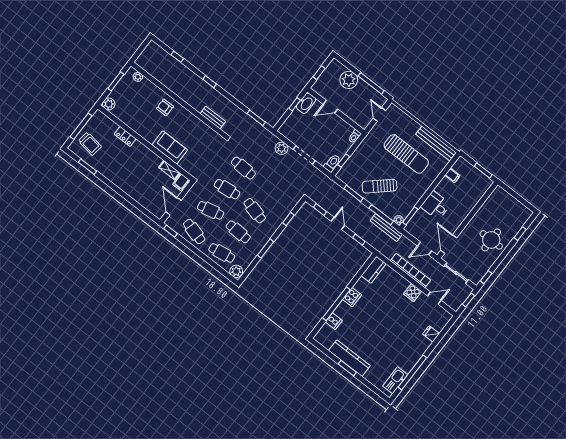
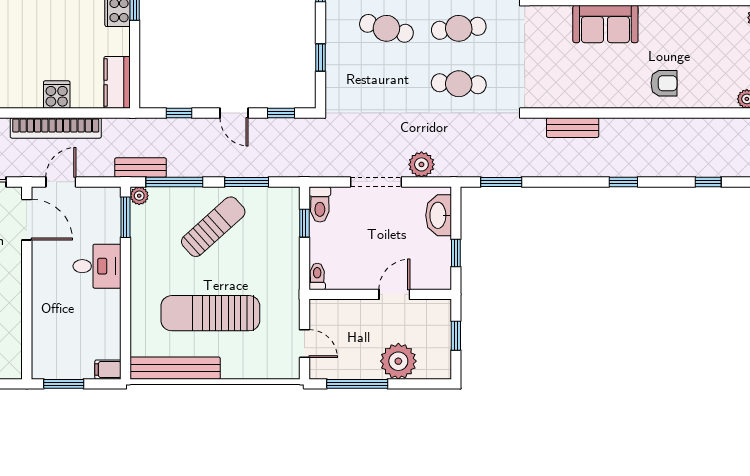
washbasin: (306, 103) -> (439, 215), moved
filing cabinet: (452, 175) -> (108, 370), moved
bench: (386, 228) -> (141, 168), width x0.73
cooker: (413, 293) -> (57, 95), moved

